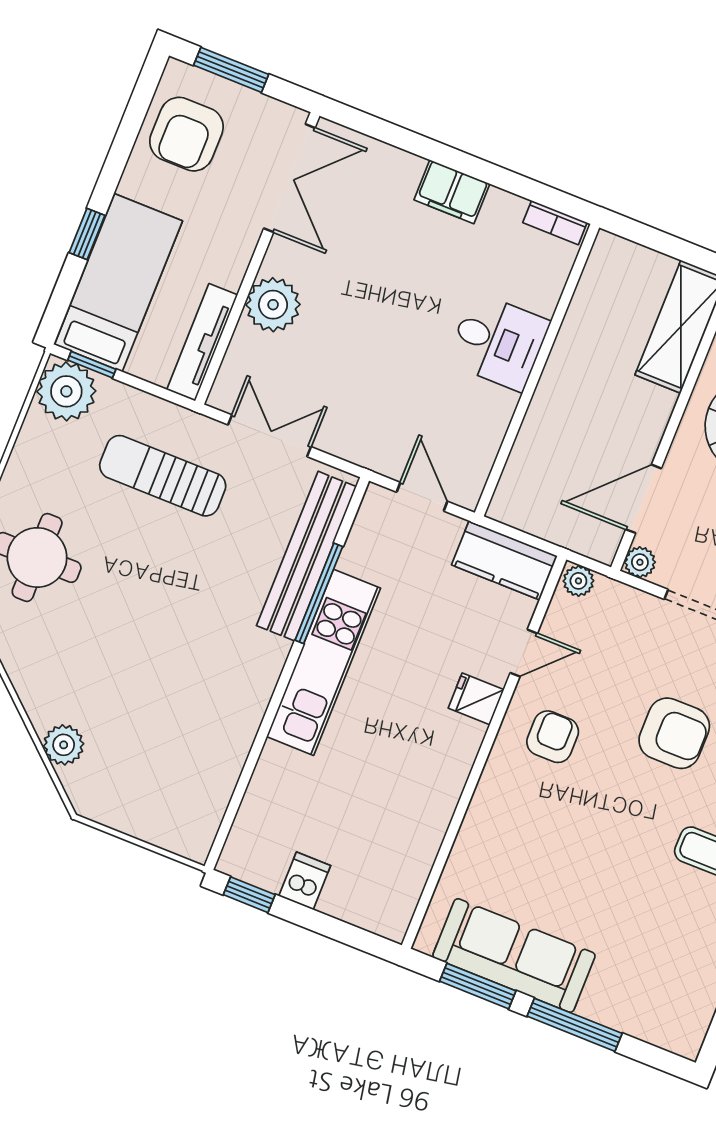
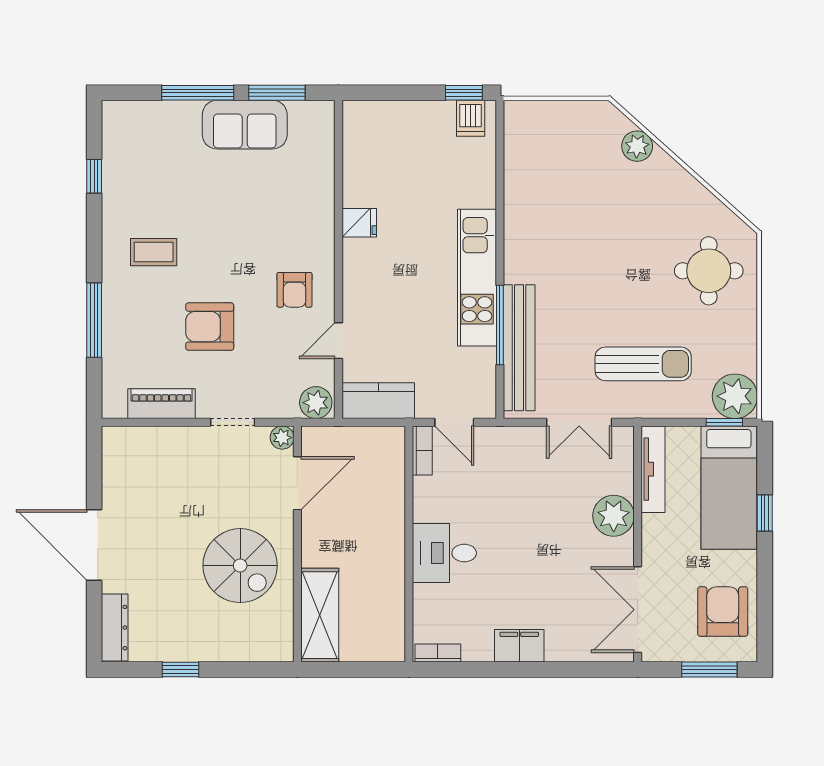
bookcase: (475, 478) -> (422, 450), added
plant: (578, 581) -> (316, 403), width x1.38, depth x1.38
fridge: (476, 699) -> (359, 223), moved
dishwasher: (305, 881) -> (471, 118), moved
sofa: (514, 955) -> (245, 125), width x0.73

